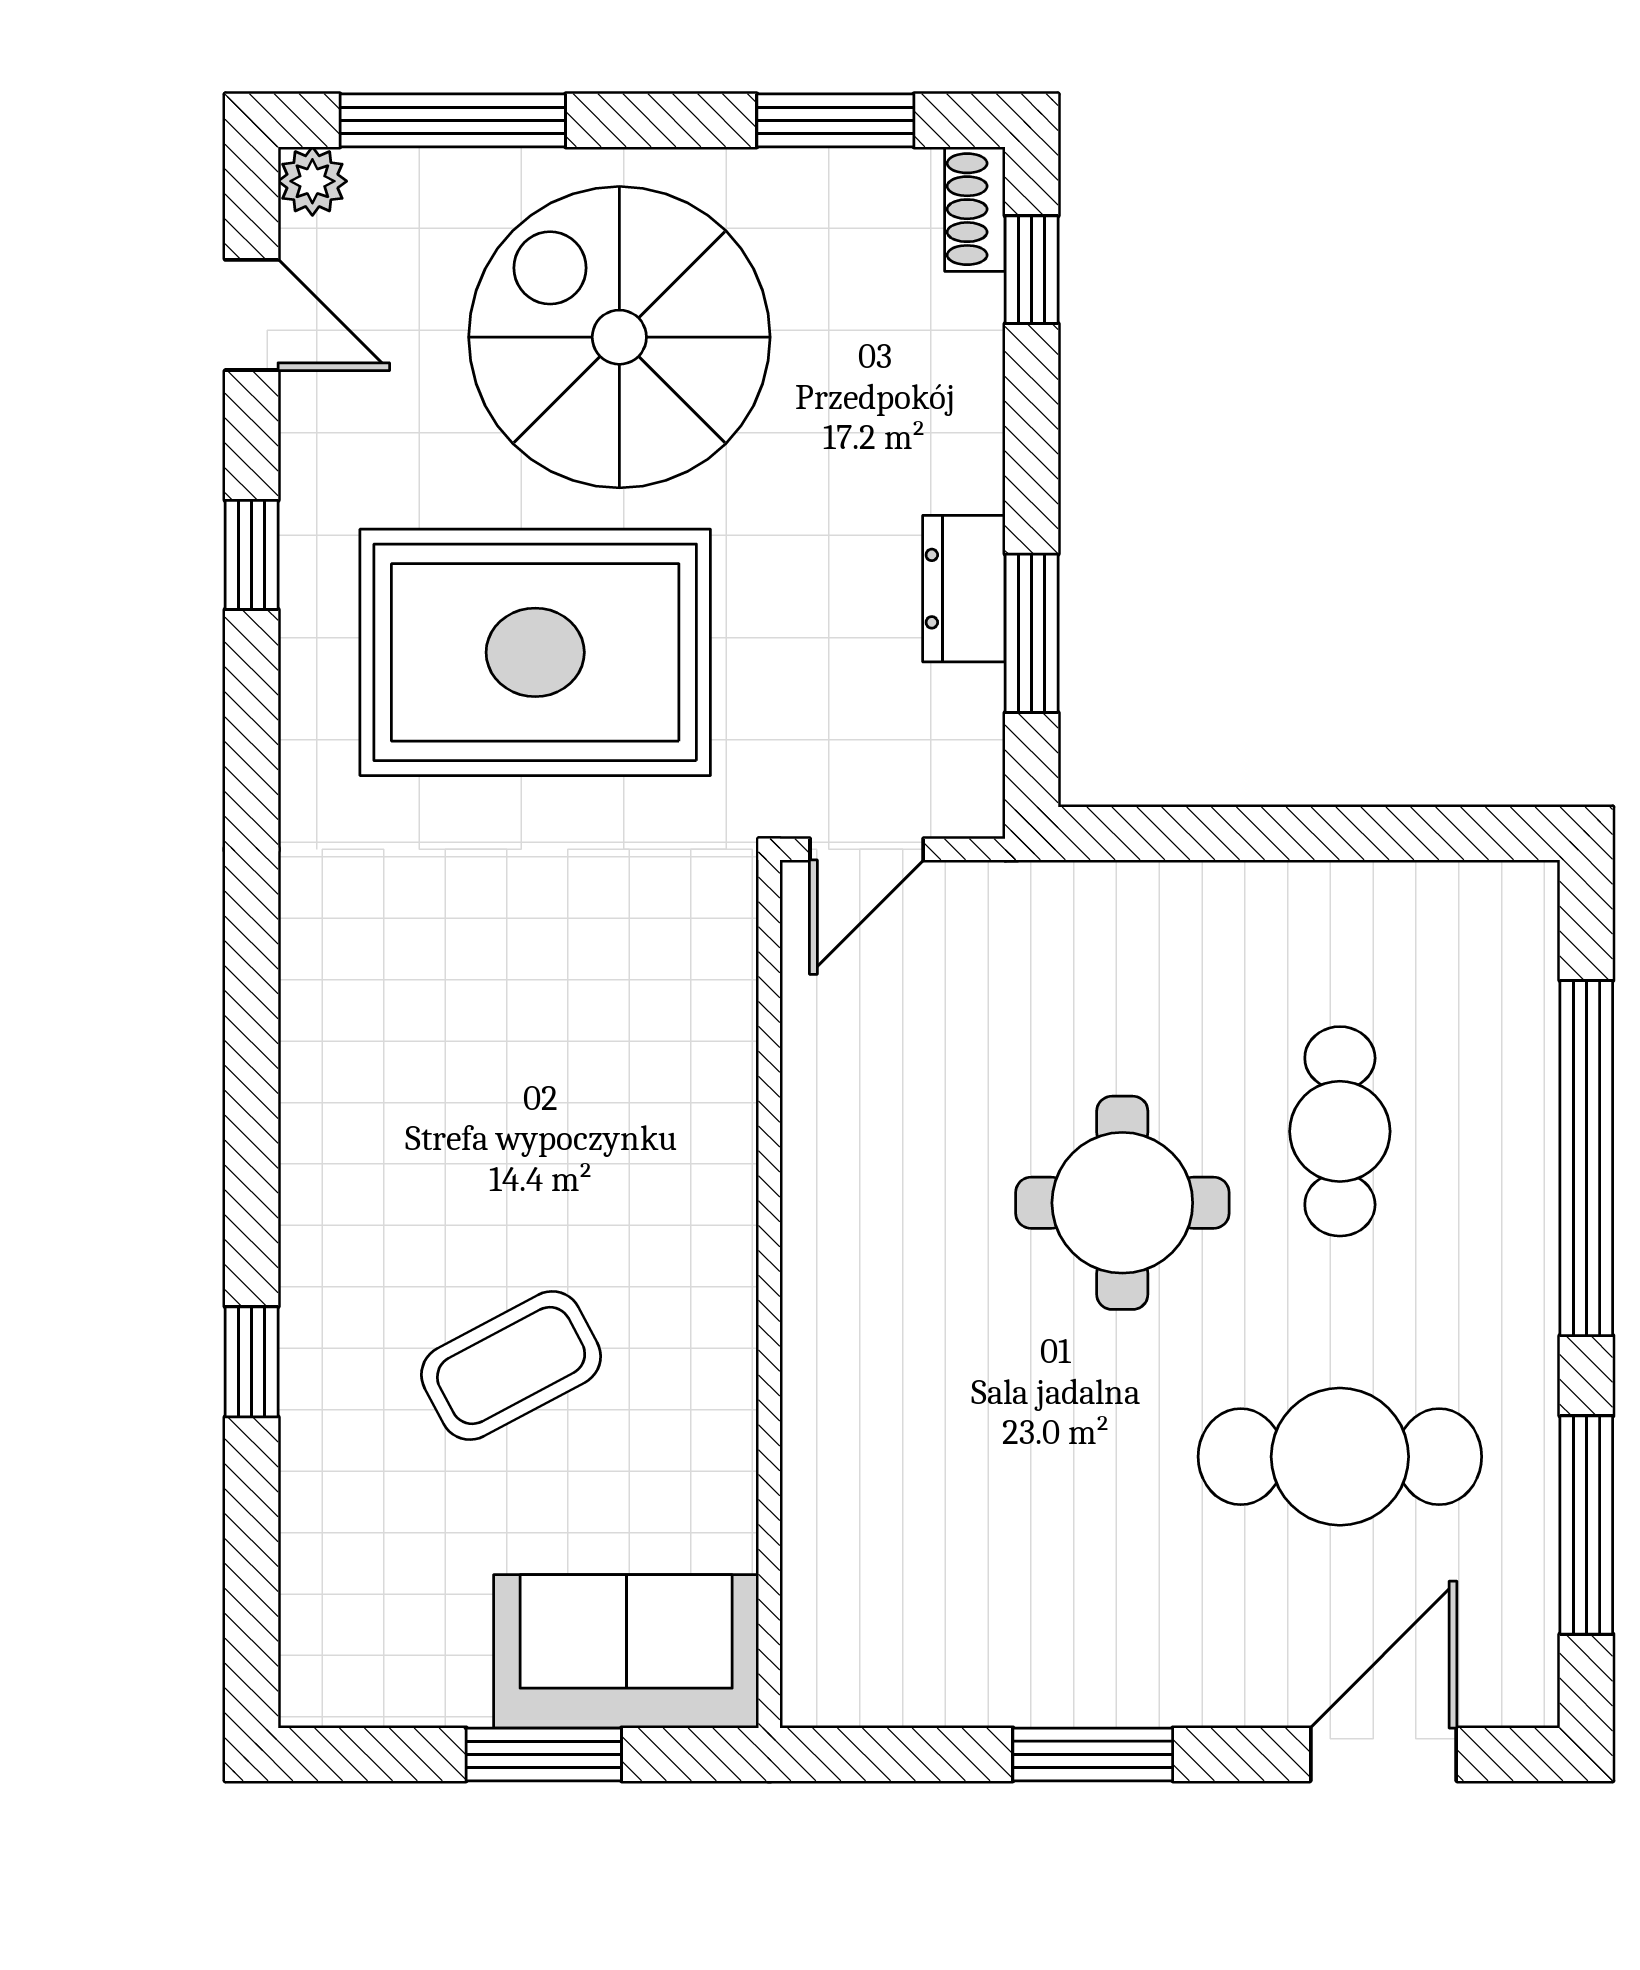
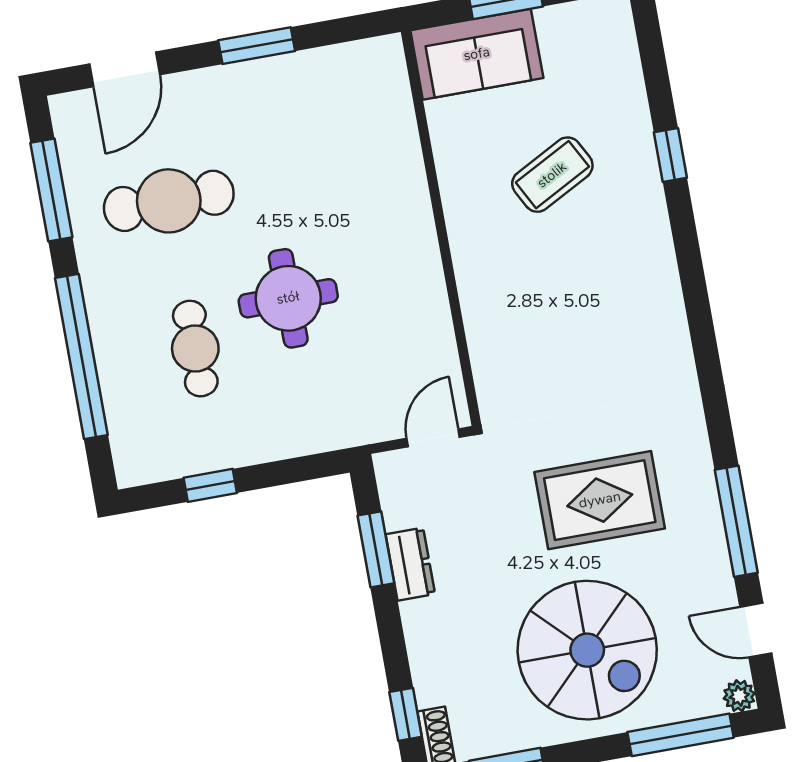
window: (252, 555) -> (736, 521), width x2.17
rug: (535, 652) -> (600, 500), width x0.73, depth x0.69
window: (1361, 834) -> (210, 485), added

